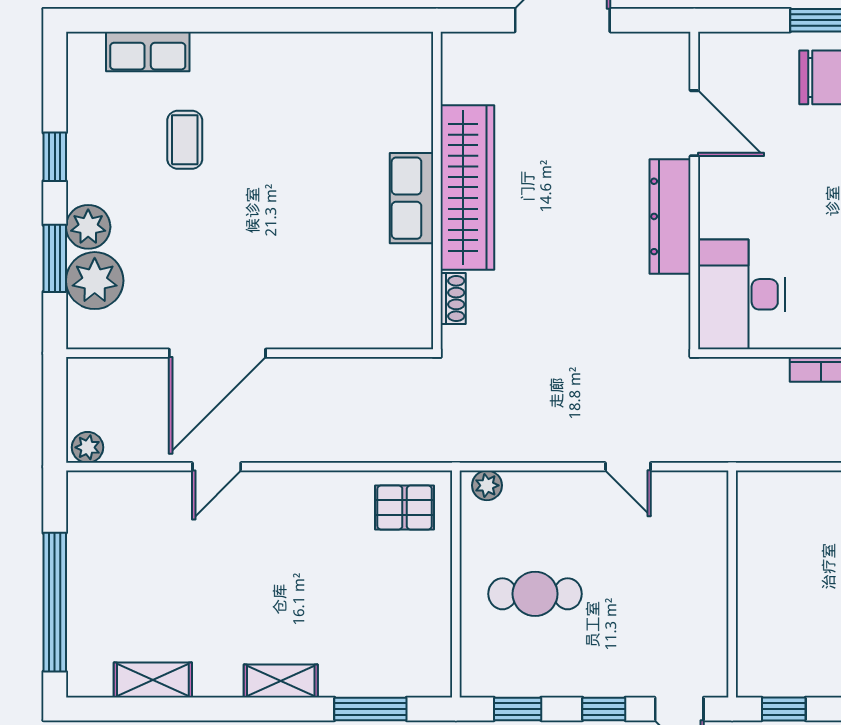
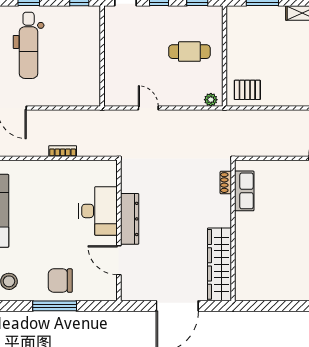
wardrobe: (467, 187) -> (219, 264), moved
row of seats: (412, 198) -> (244, 191), moved
desk: (741, 294) -> (98, 211), moved

